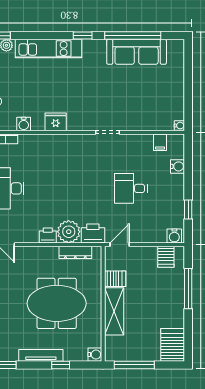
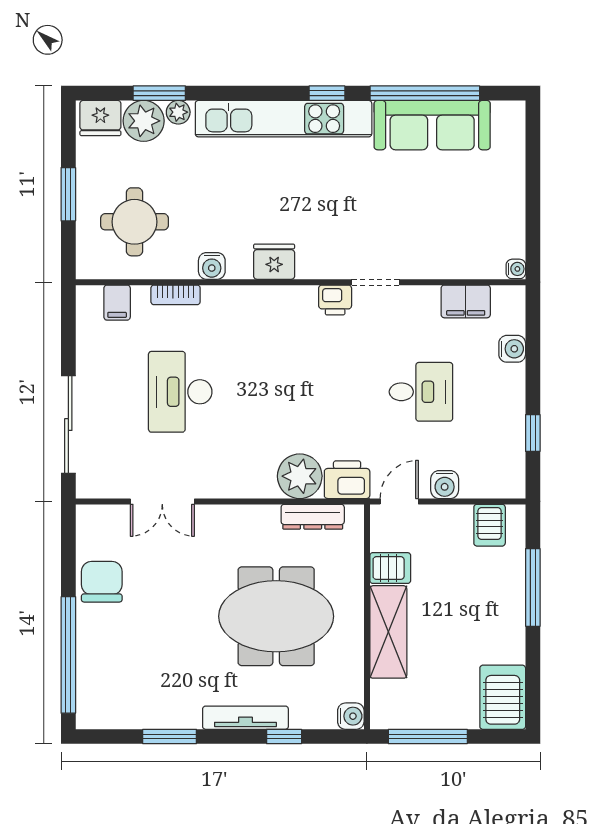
kitchen unit: (48, 49) -> (284, 119), width x1.36
filing cabinet: (160, 142) -> (466, 301), width x2.00
desk: (131, 188) -> (421, 392), turned 180
printer: (48, 235) -> (335, 300), moved, turned 180
water cooler: (174, 236) -> (445, 485), moved

